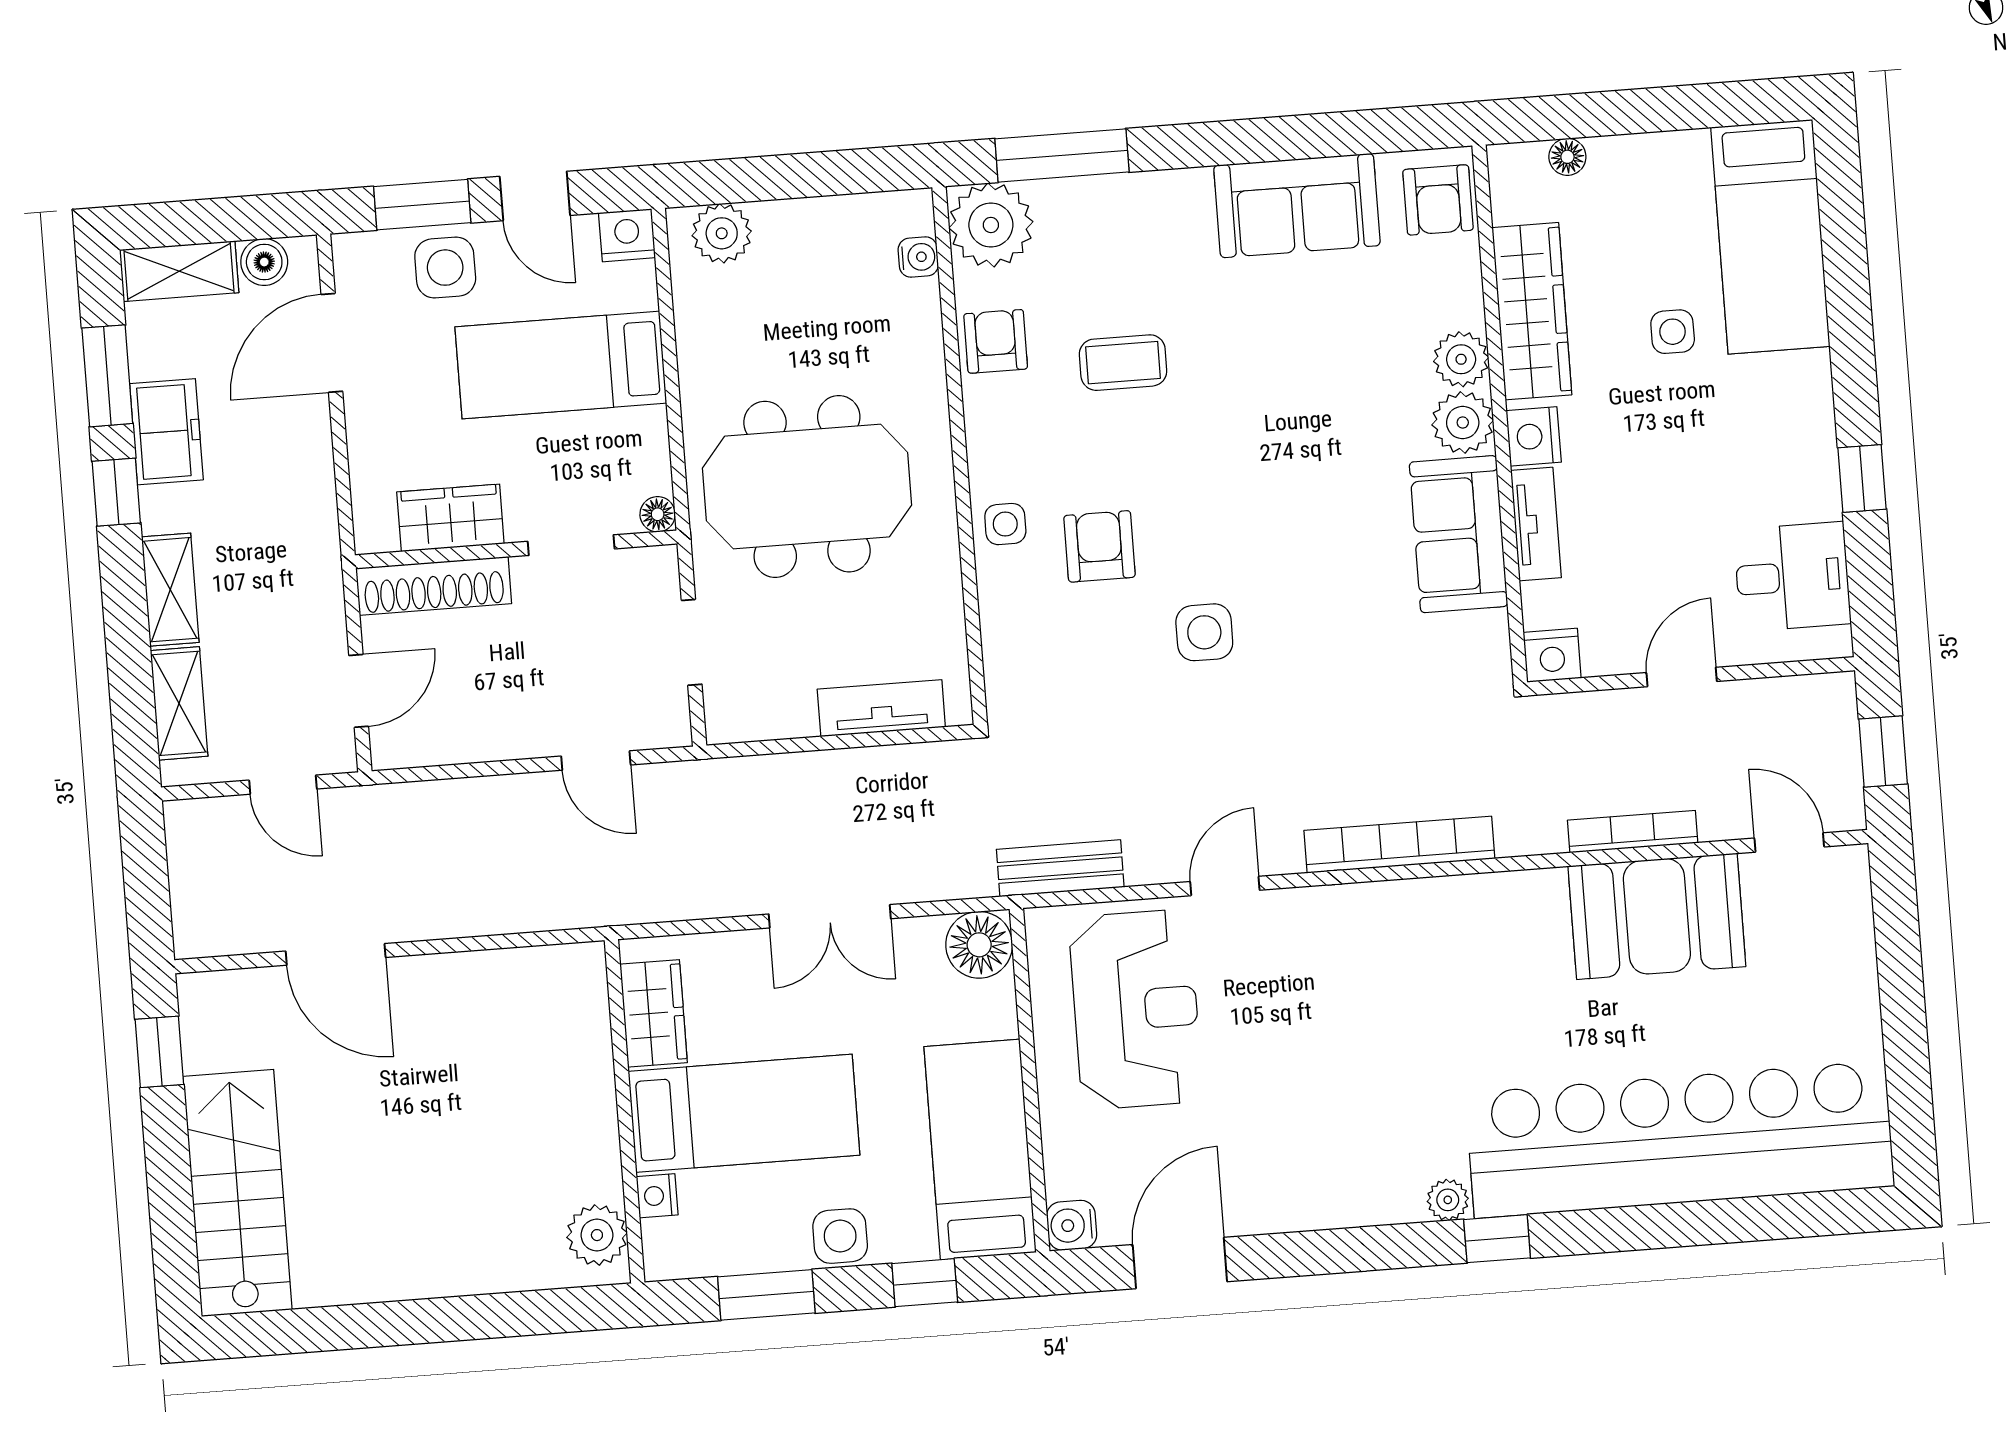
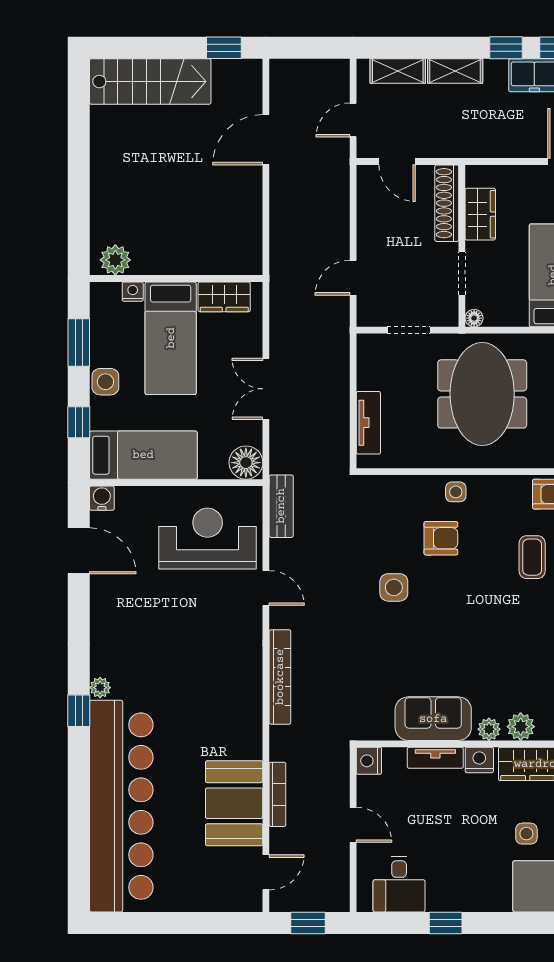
plant: (1463, 423) -> (489, 729), width x0.73, depth x0.73
reception desk: (1136, 1009) -> (208, 539), turned 180

